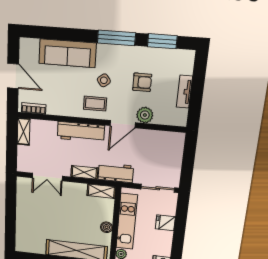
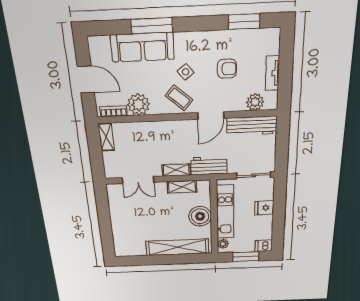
window: (116, 38) -> (152, 26), moved
coffee table: (95, 104) -> (179, 98), turned 41
plant: (57, 105) -> (138, 104), added
plant: (145, 115) -> (255, 102), moved
workbench: (81, 132) -> (252, 126), moved
shelving: (101, 191) -> (182, 187), moved
boiler: (106, 227) -> (200, 216), width x1.86, depth x1.86

